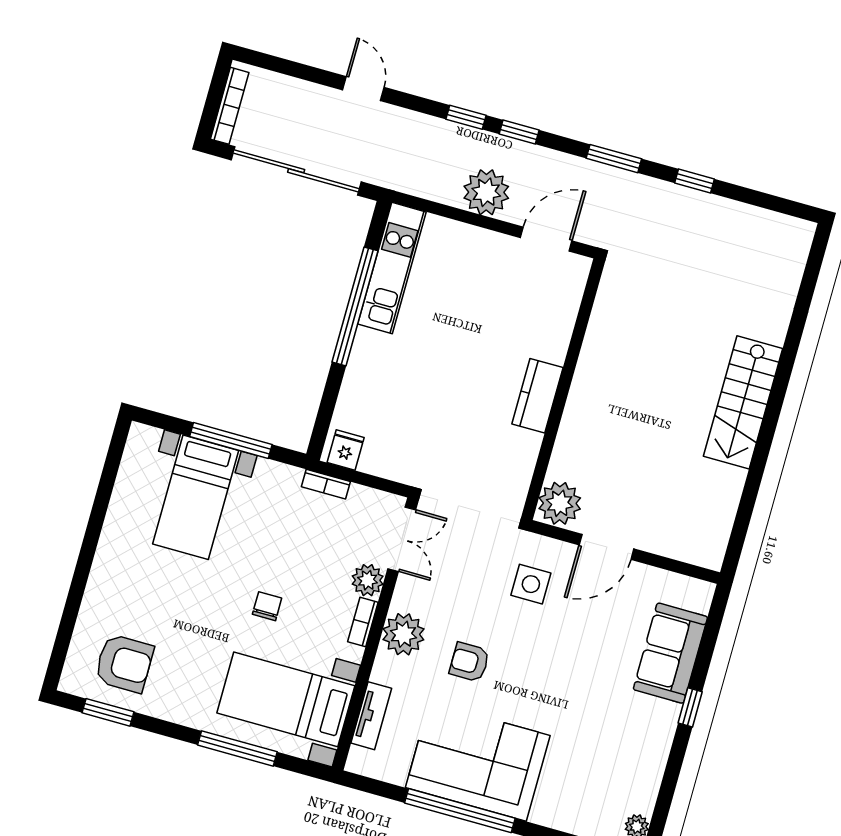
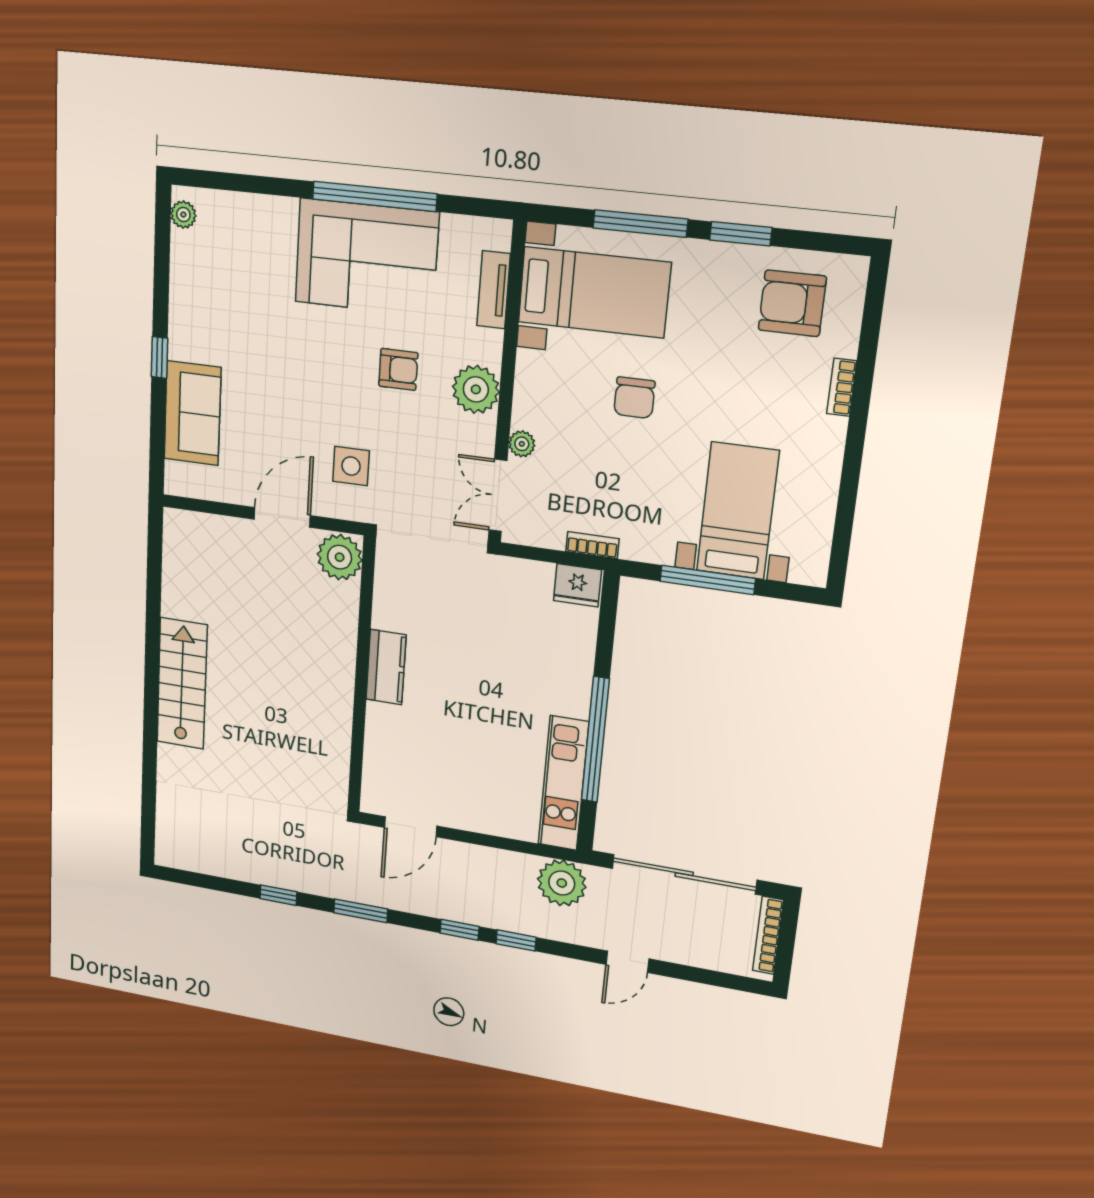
door: (363, 89) -> (627, 962), hinge flipped
plant: (486, 192) -> (562, 883), moved
fridge: (346, 450) -> (577, 585), width x1.38
plant: (368, 580) -> (522, 444), width x0.73, depth x0.73
chair: (267, 606) -> (634, 398), width x1.37, depth x1.37
bookcase: (363, 622) -> (842, 387), moved, turned 180
window: (108, 712) -> (741, 234), moved

